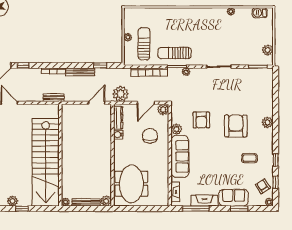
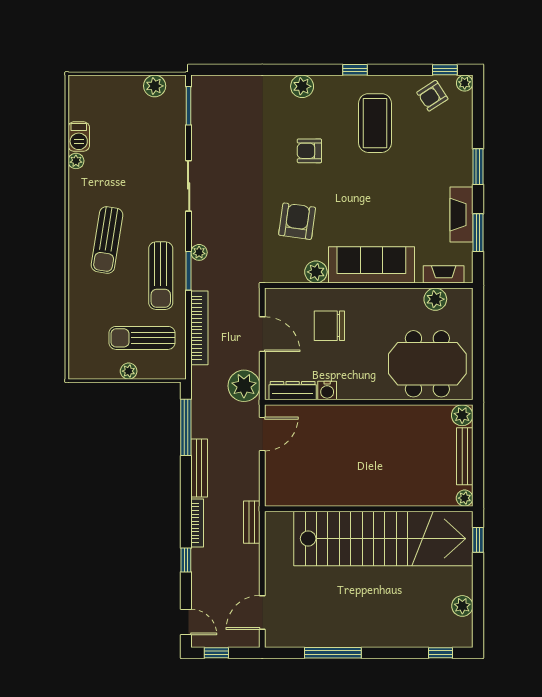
barbecue: (260, 13) -> (79, 137), moved
sun lounger: (192, 27) -> (107, 240), added
window: (23, 65) -> (186, 560), moved
window: (100, 65) -> (186, 427), width x2.17
door: (97, 103) -> (262, 434), swing flipped
plant: (163, 110) -> (435, 299), moved
armchair: (201, 120) -> (297, 221), turned -82
armchair: (236, 126) -> (309, 151), width x0.53, depth x0.53
coffee table: (249, 158) -> (375, 123), width x1.86, depth x1.72
window: (276, 160) -> (355, 70), moved
window: (276, 182) -> (445, 70), moved
sofa: (234, 198) -> (455, 155), removed
window: (22, 209) -> (478, 540), moved
window: (196, 209) -> (478, 233), width x0.69
window: (239, 209) -> (478, 167), moved

